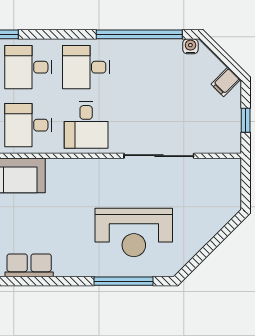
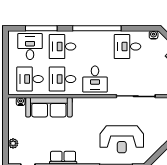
window: (139, 34) -> (97, 28), moved
desk: (86, 67) -> (127, 47), moved

